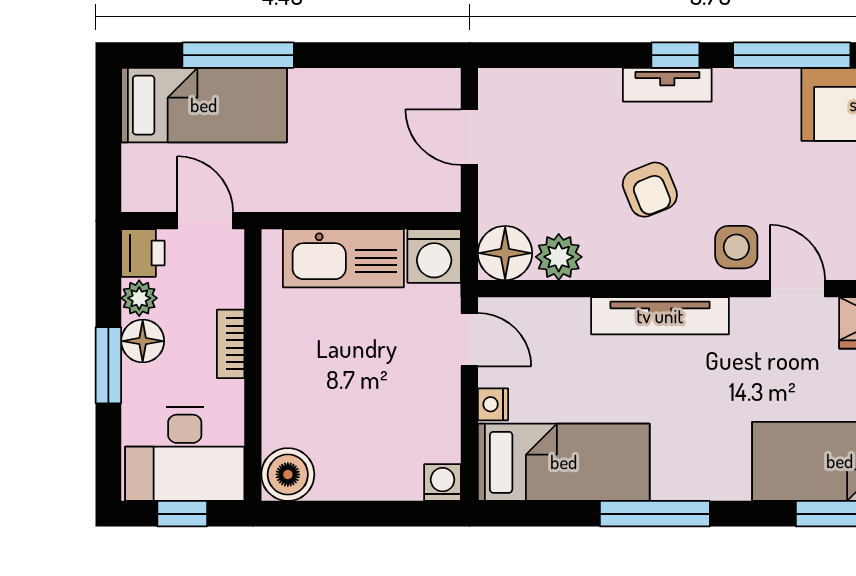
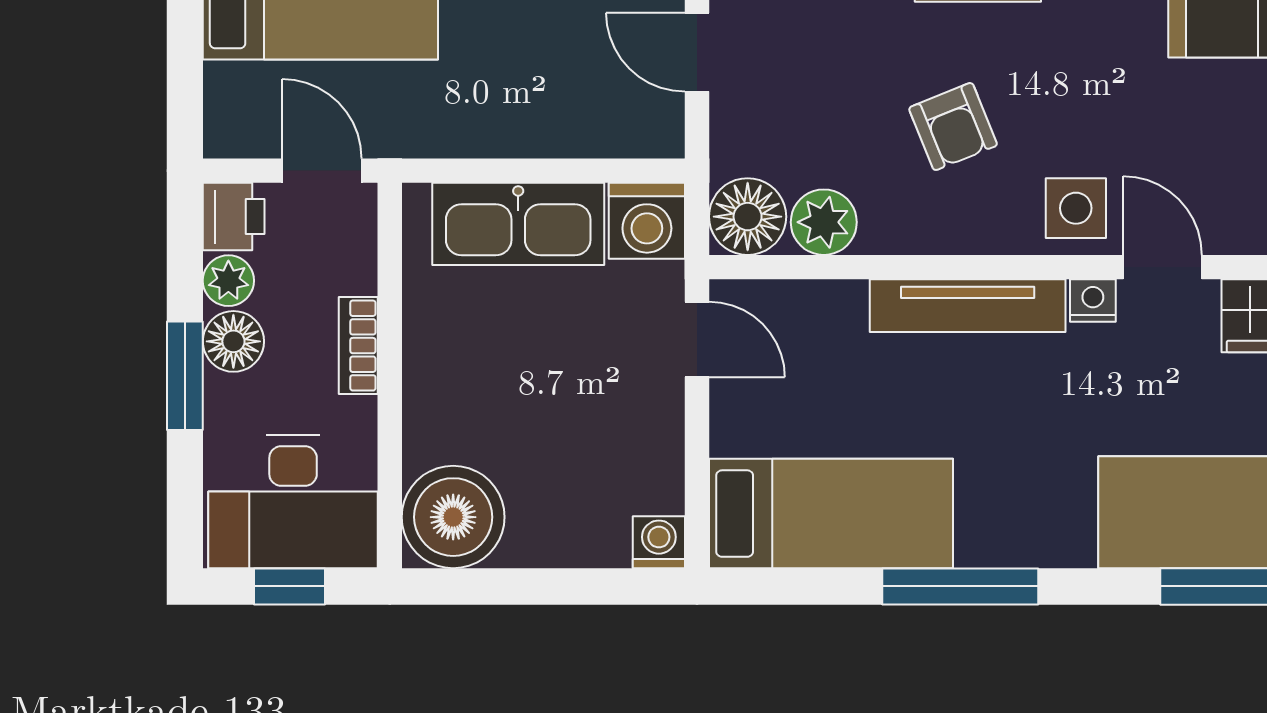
nightstand: (493, 404) -> (1093, 301), moved, turned 90
boiler: (288, 474) -> (453, 517), width x1.37, depth x1.37

